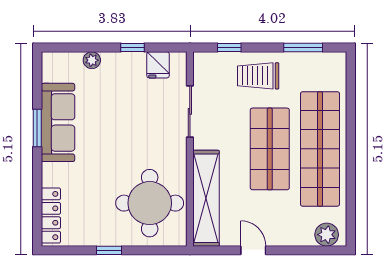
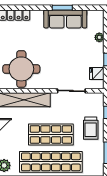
trolley: (258, 76) -> (91, 128), turned 180

